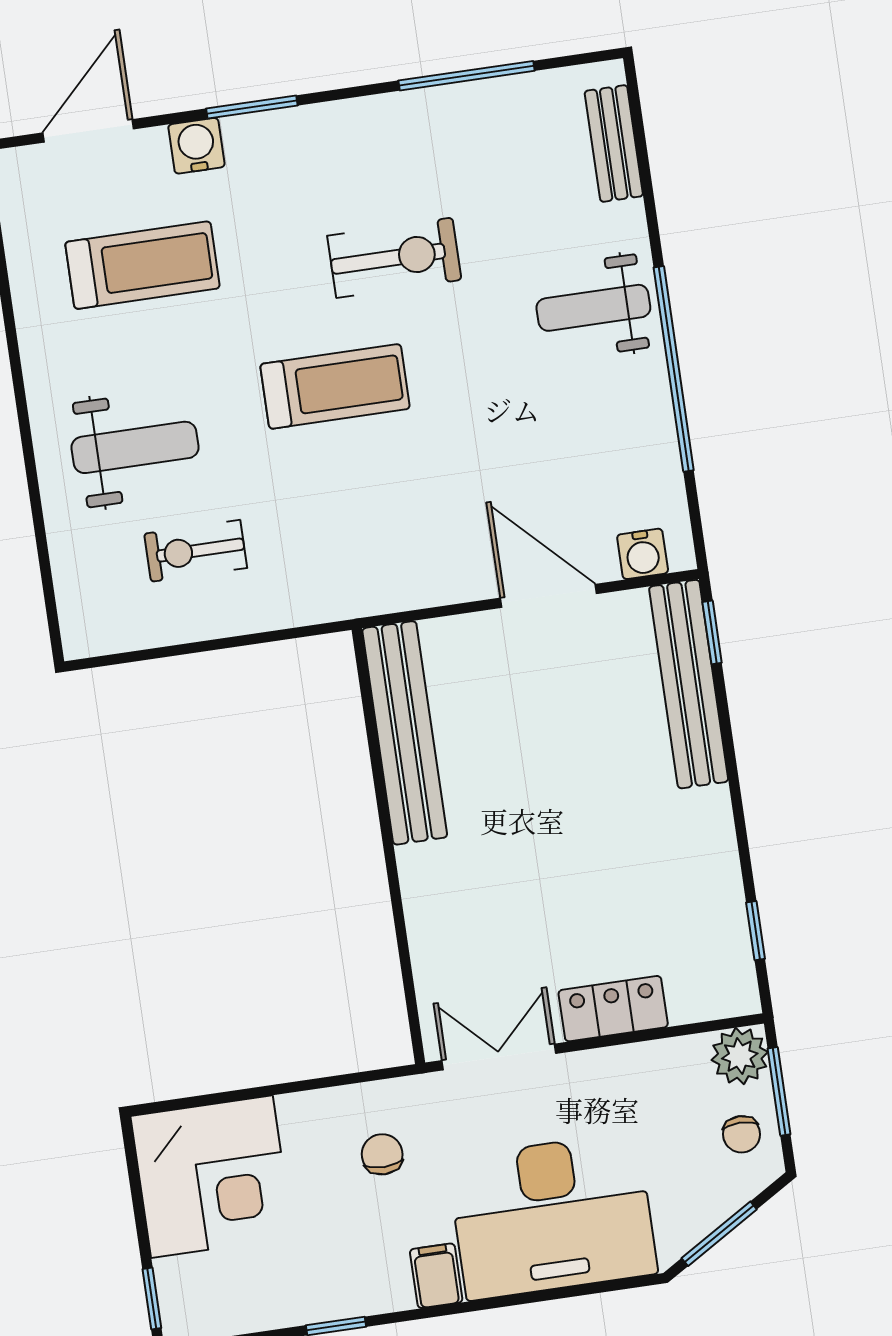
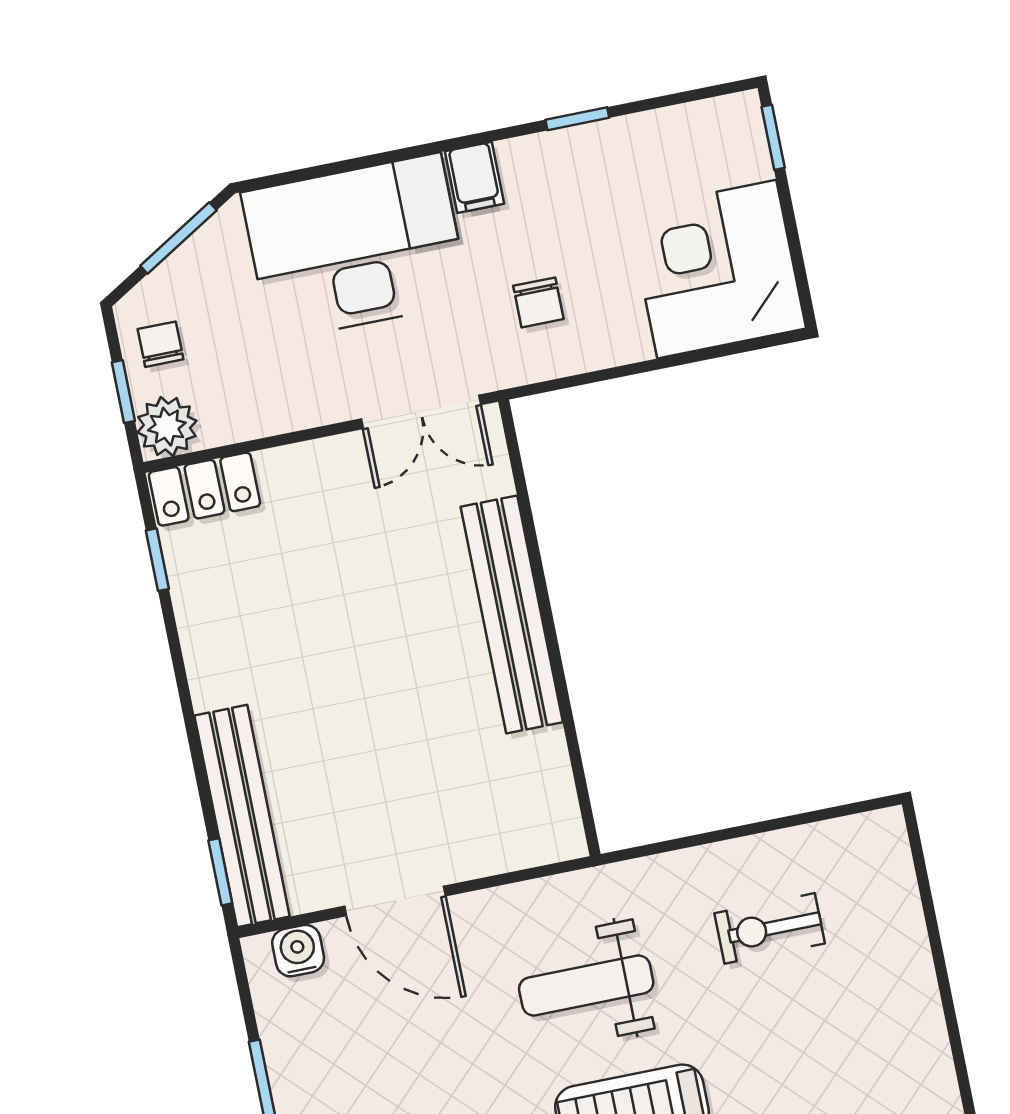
weight bench: (135, 447) -> (586, 986), moved
exercise bike: (196, 551) -> (770, 928), turned 180
bench: (405, 733) -> (512, 614), moved
locker: (613, 1009) -> (204, 489), moved
window: (779, 1091) -> (123, 392), width x0.67

